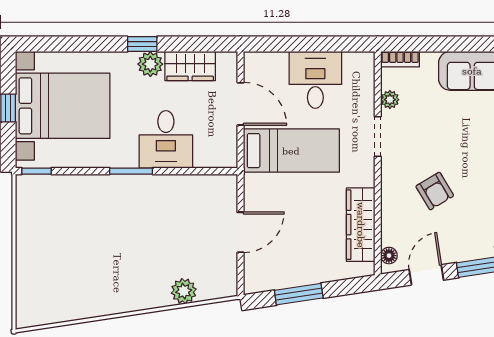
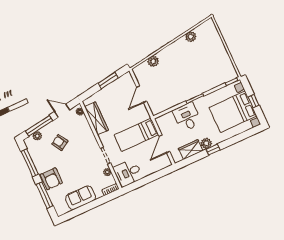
desk: (315, 80) -> (128, 173), moved, turned 90
door: (241, 104) -> (164, 144), hinge flipped
armchair: (435, 191) -> (60, 142), moved
door: (426, 275) -> (62, 111), swing flipped
plant: (79, 307) -> (191, 37), added

